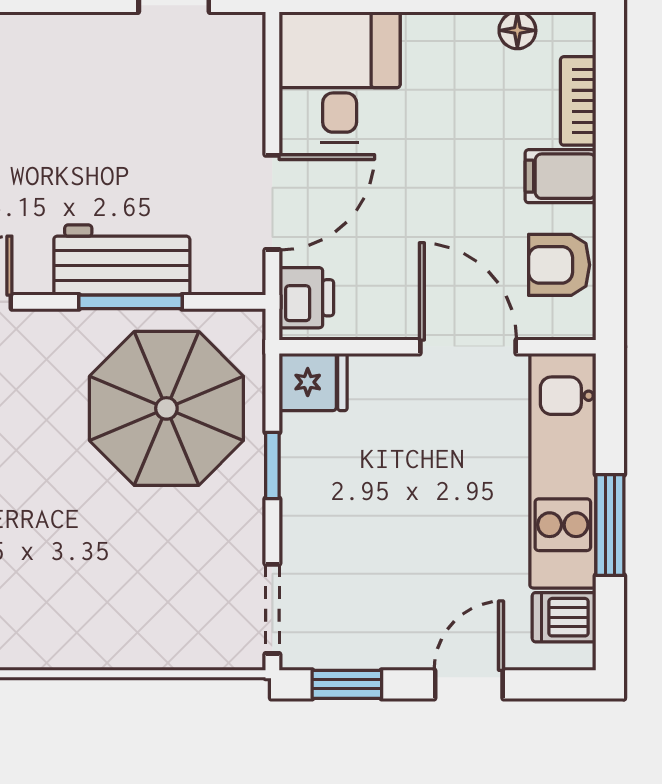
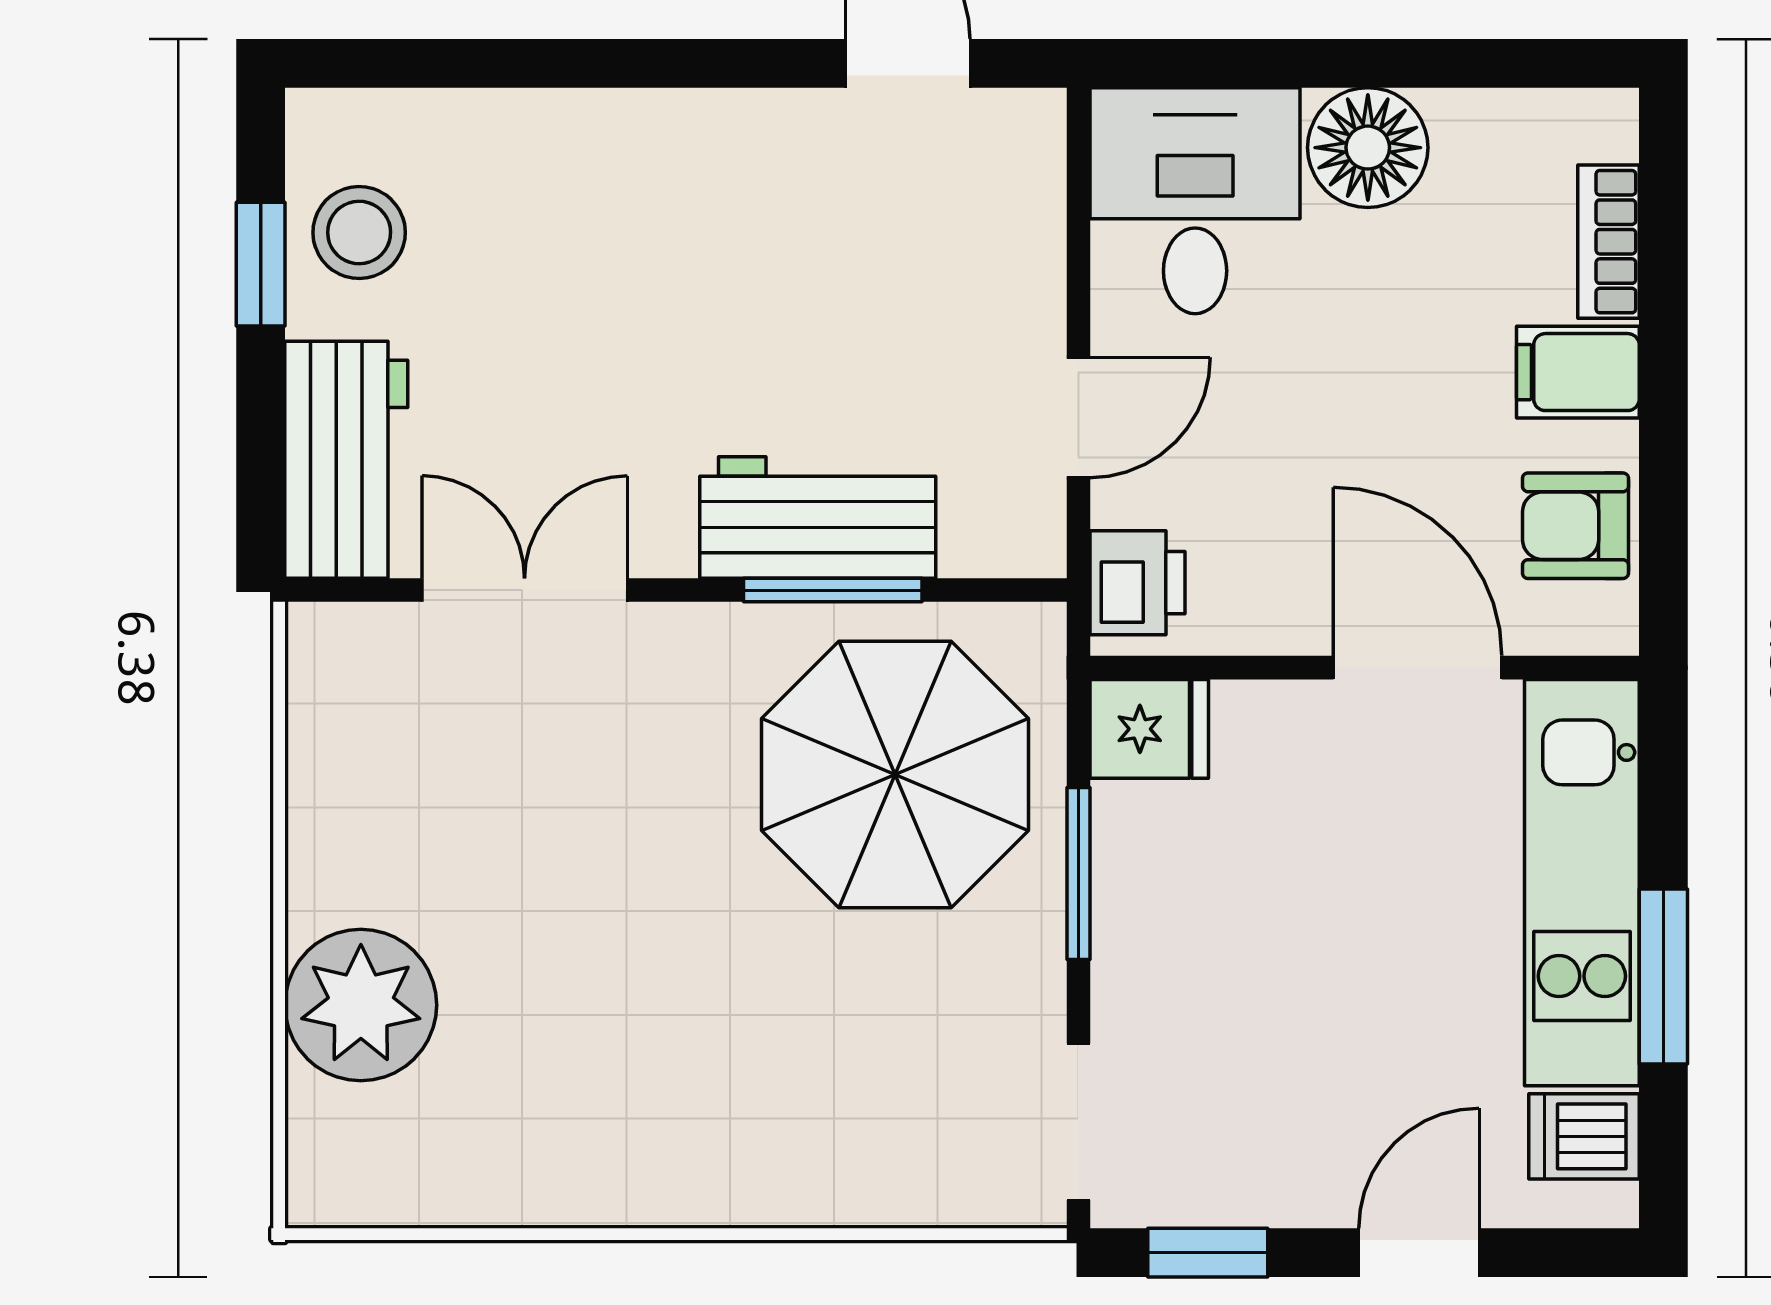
floor lamp: (517, 30) -> (1368, 148), moved, width x1.89, depth x1.89
door: (272, 202) -> (1078, 417), width x0.73
window: (272, 466) -> (1078, 874), width x1.50

